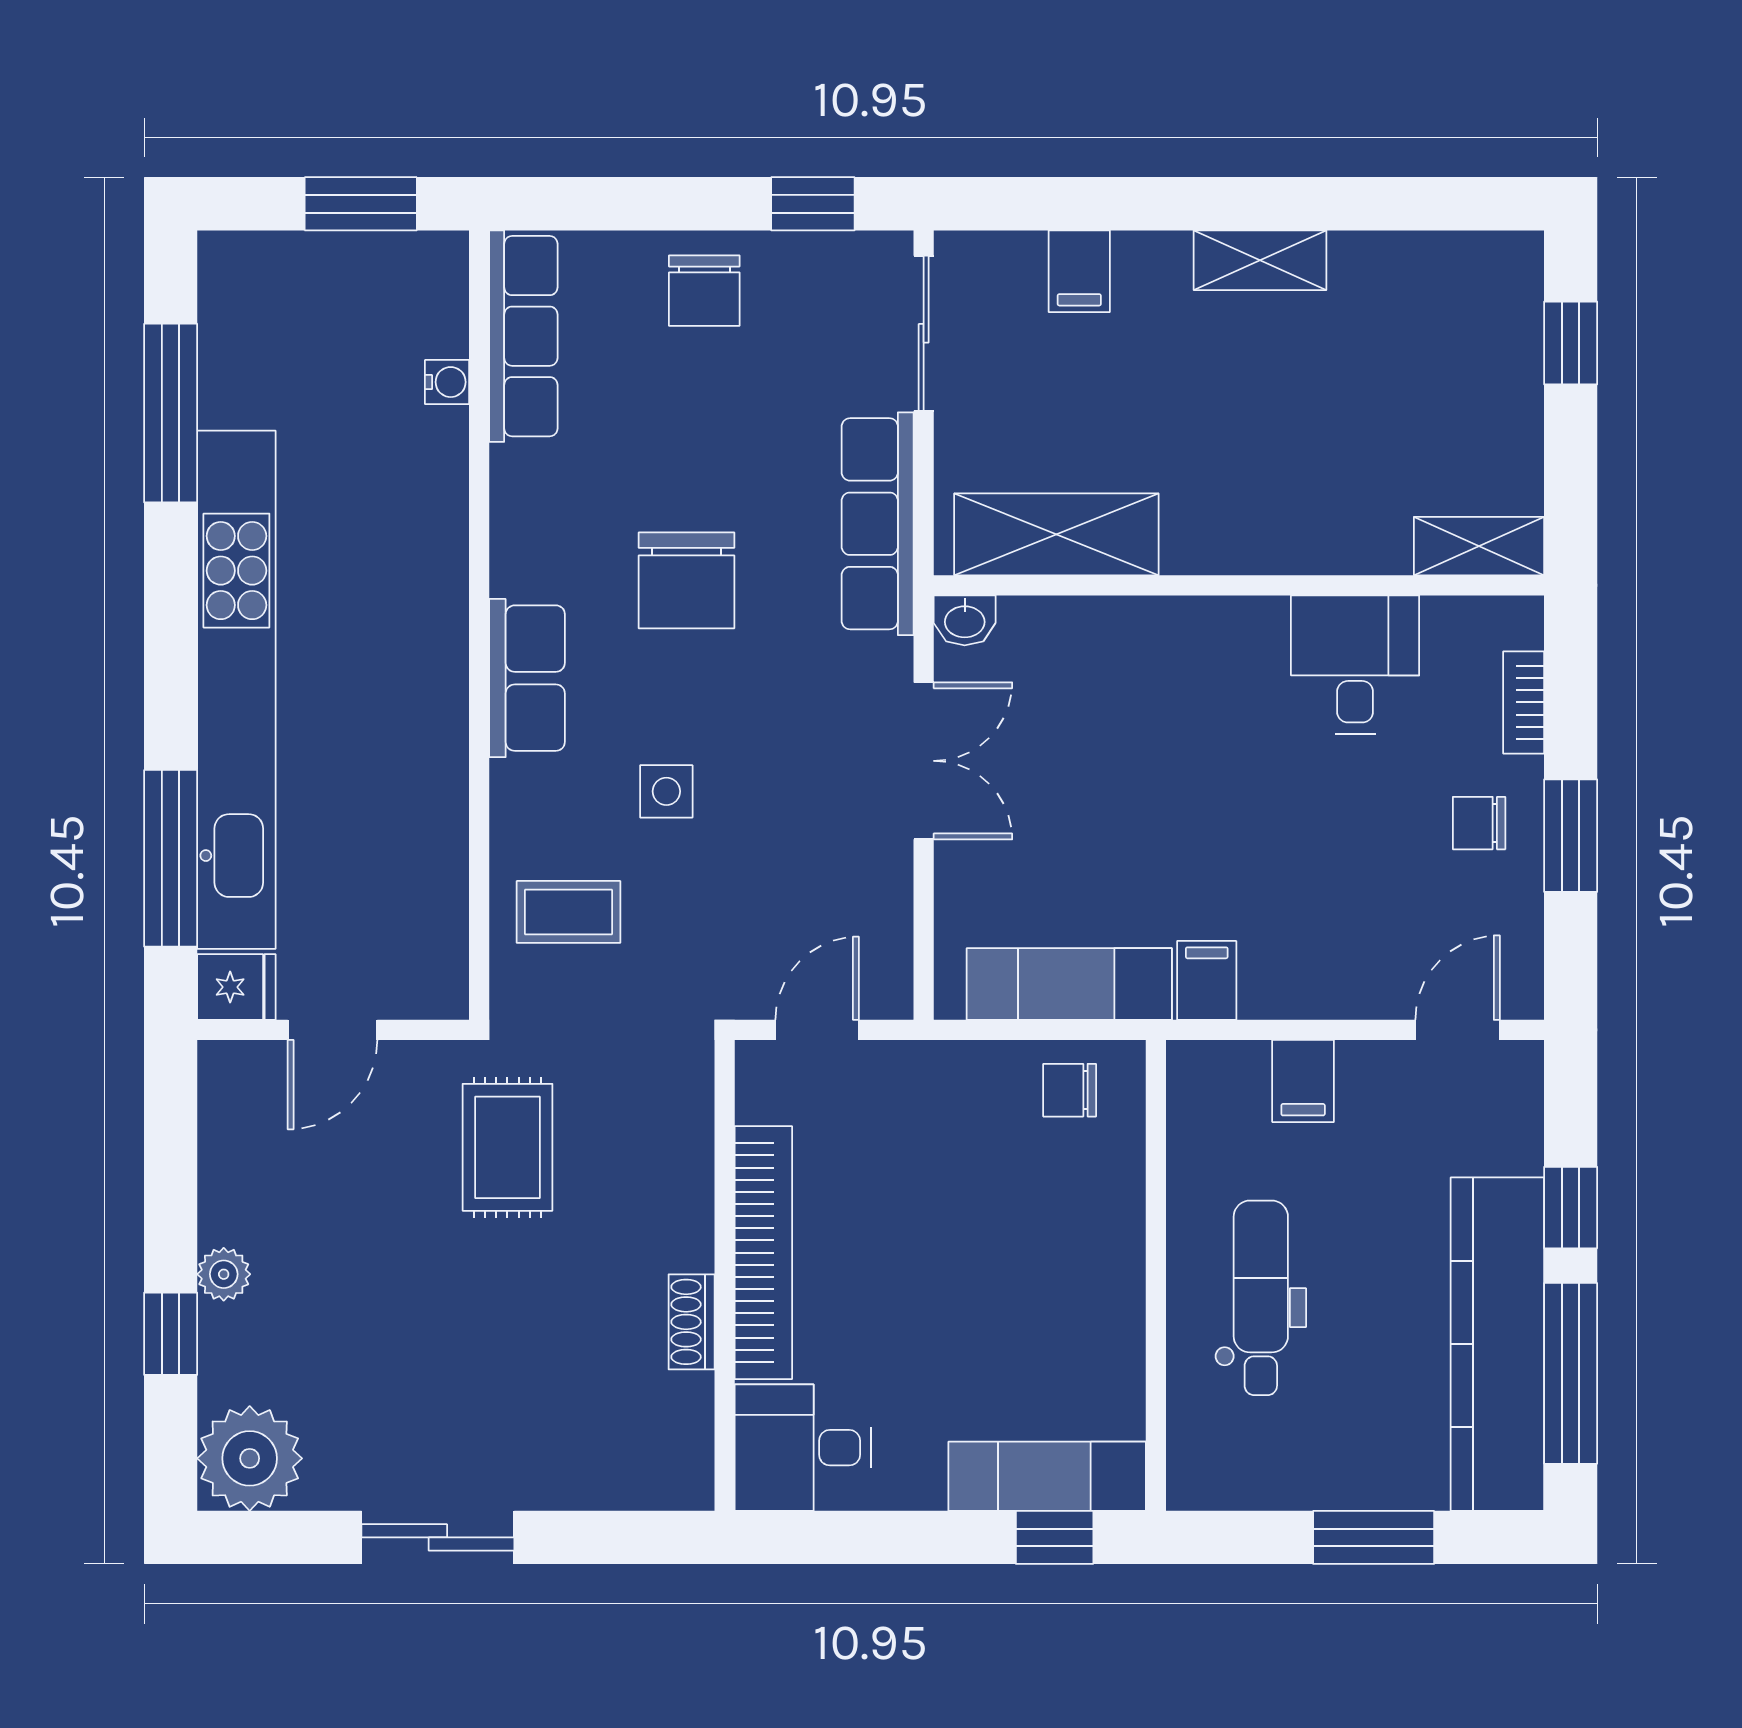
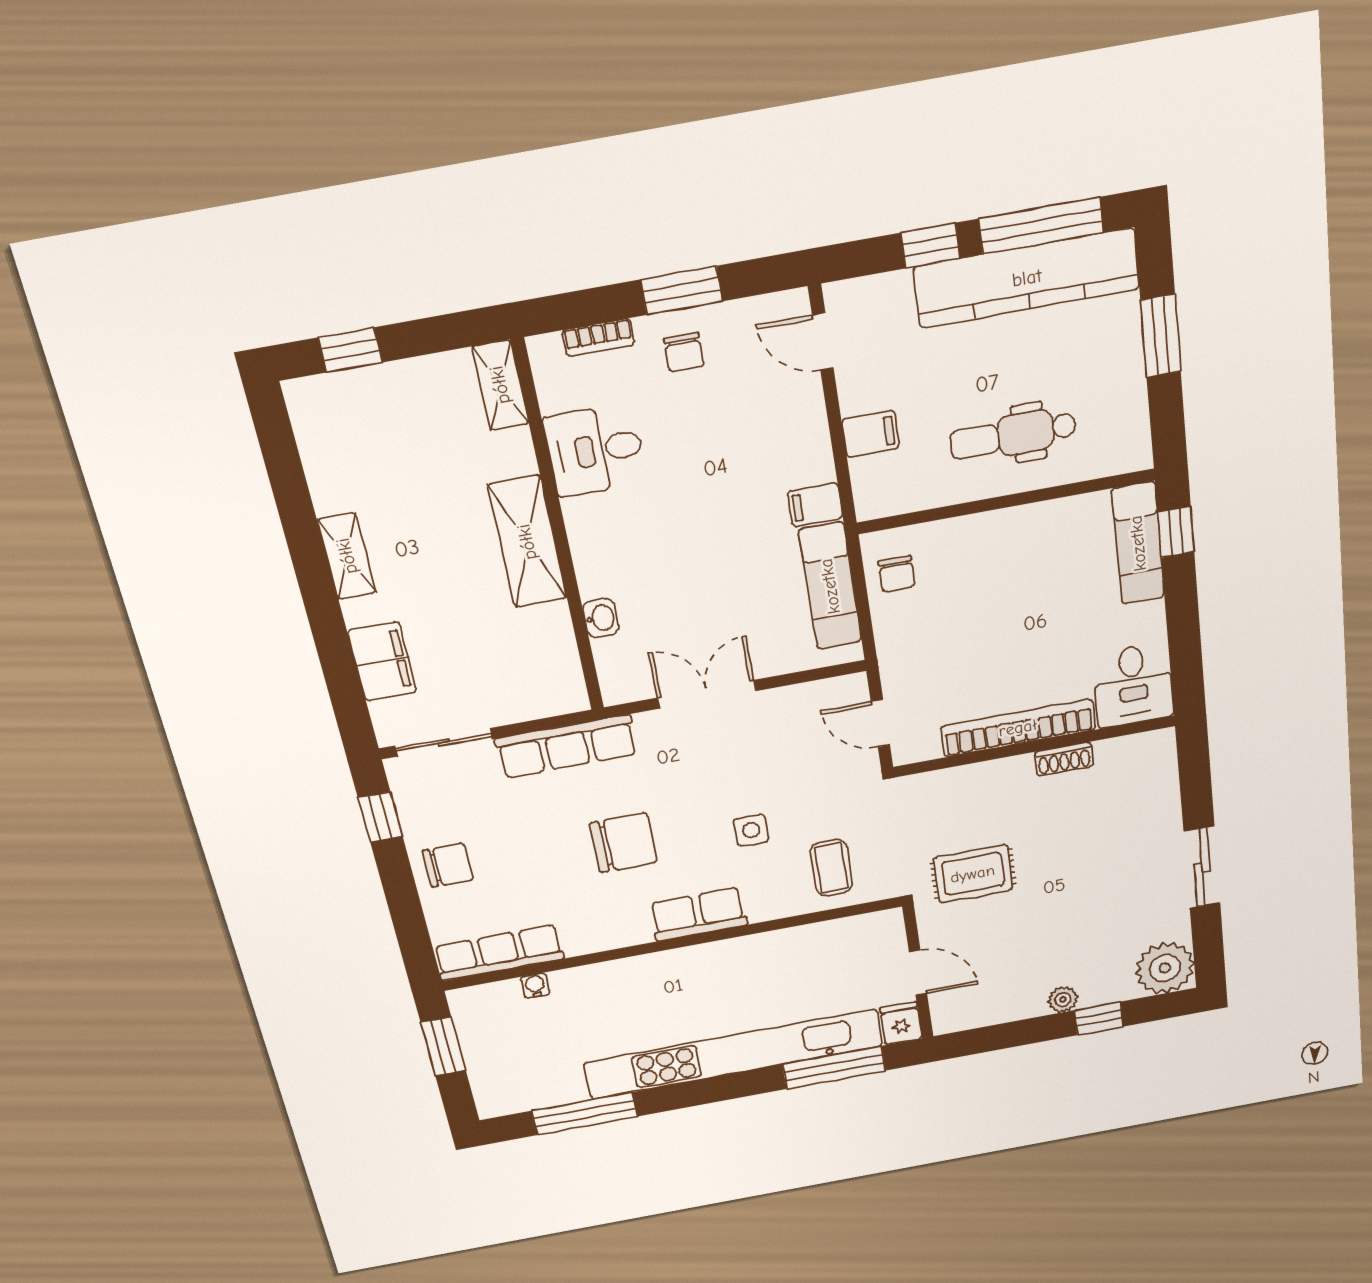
filing cabinet: (1079, 271) -> (382, 662), width x2.00
shelving: (1056, 534) -> (527, 542), moved
washbasin: (965, 620) -> (601, 618), moved

